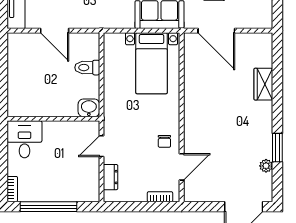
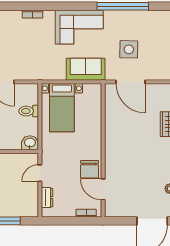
bed with nightstands: (152, 63) -> (62, 108), moved
chair: (164, 141) -> (90, 169), width x1.87, depth x1.87
door: (182, 167) -> (103, 189), swing flipped

